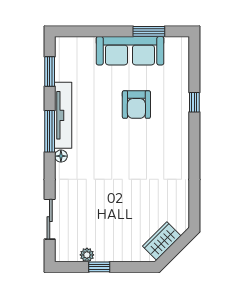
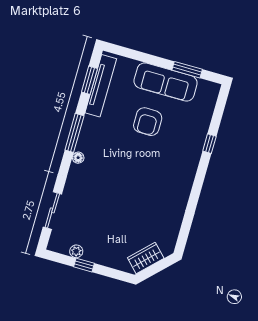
armchair: (136, 105) -> (148, 122), moved
tv unit: (63, 115) -> (101, 86), moved

